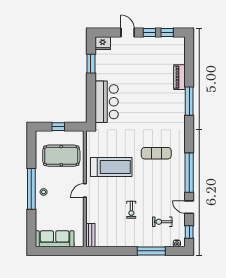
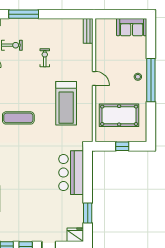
treadmill: (111, 167) -> (66, 103), turned -90
door: (85, 190) -> (94, 78), hinge flipped
sofa: (55, 239) -> (132, 27), width x0.73

